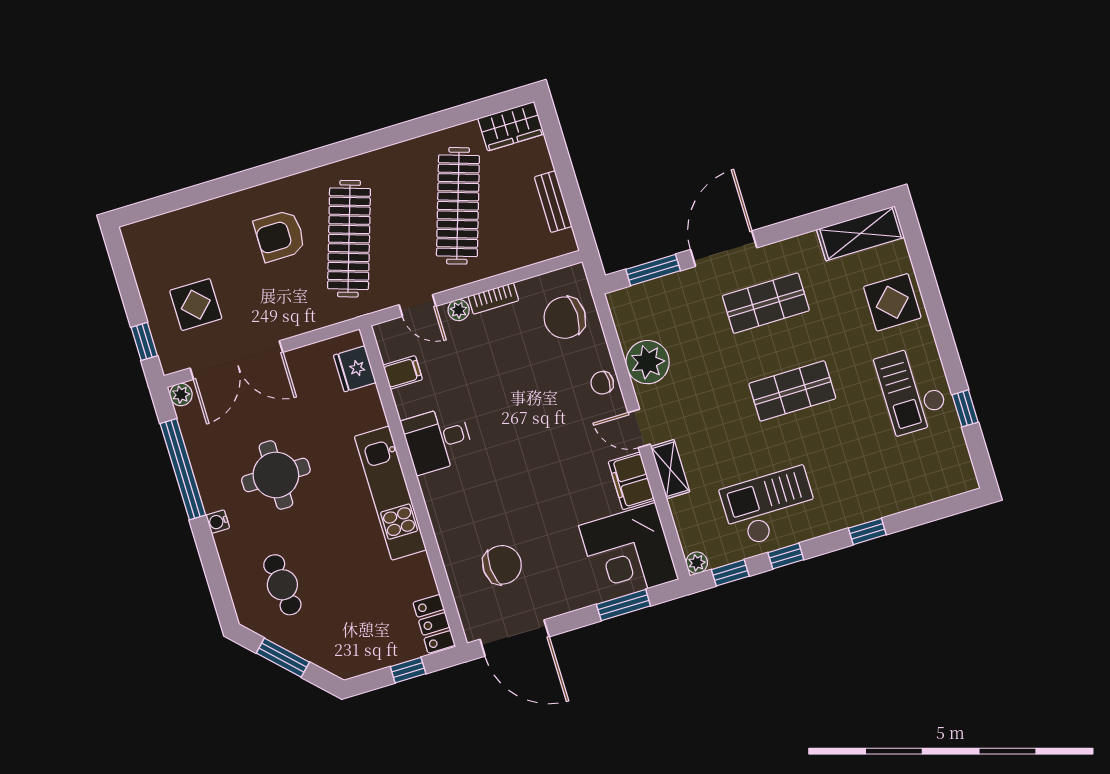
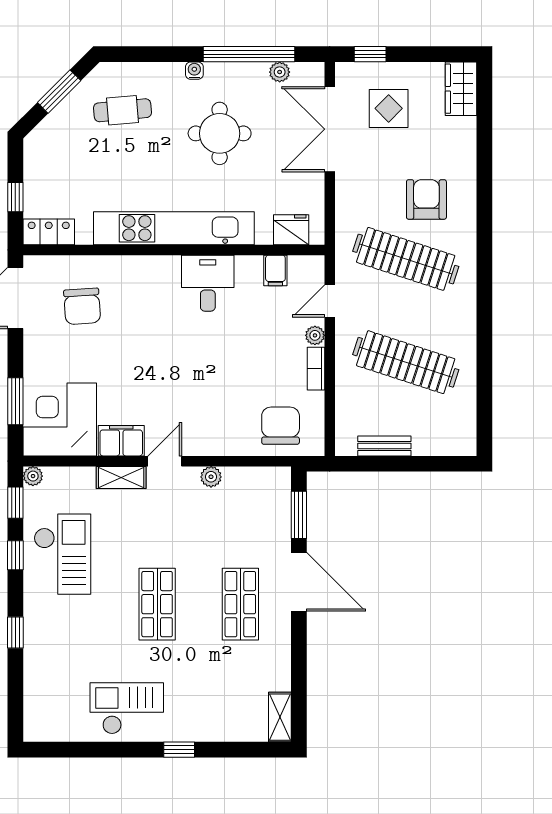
wardrobe: (511, 126) -> (461, 89), moved
shelving: (860, 233) -> (280, 717), width x0.67, depth x0.75
display table: (892, 302) -> (208, 714), removed
plant: (648, 362) -> (211, 477), width x0.53, depth x0.53
chair: (602, 383) -> (214, 441), removed
plant: (181, 395) -> (280, 72), moved
window: (965, 408) -> (179, 750), moved
kitchen unit: (390, 493) -> (174, 228), width x1.36

